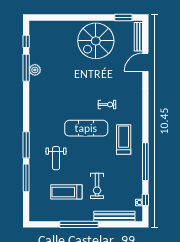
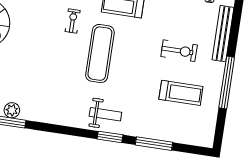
window: (26, 145) -> (110, 137), width x0.69
weight bench: (56, 158) -> (105, 114), moved
treadmill: (66, 192) -> (181, 93), turned -90

